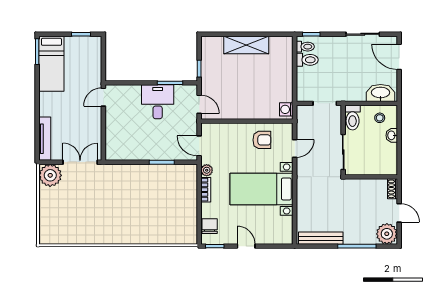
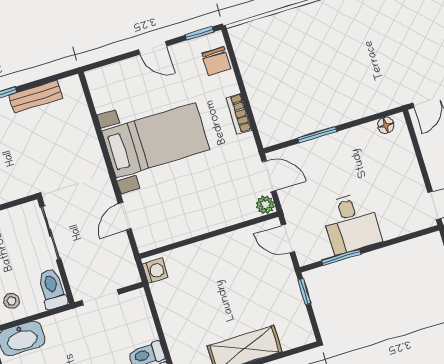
armchair: (262, 140) -> (178, 214), removed
floor lamp: (118, 155) -> (386, 125), added
plant: (207, 170) -> (265, 205), moved
bench: (321, 238) -> (36, 97), width x0.73

